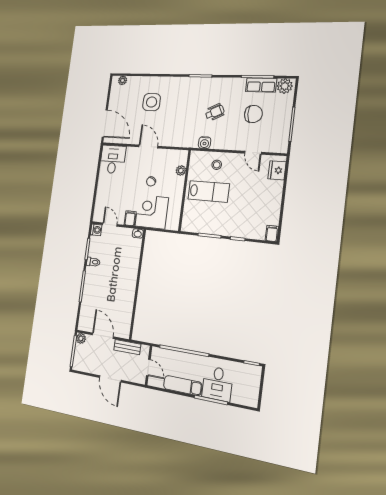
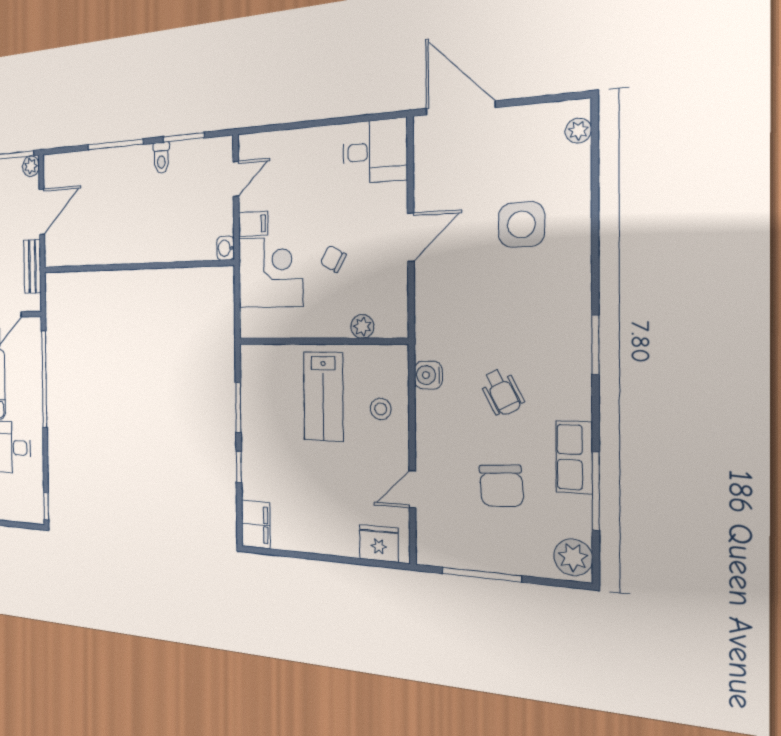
row of seats: (261, 85) -> (574, 457), moved
door: (105, 124) -> (460, 108), swing flipped
washing machine: (96, 230) -> (222, 148), removed
filing cabinet: (272, 233) -> (256, 524), width x2.00

